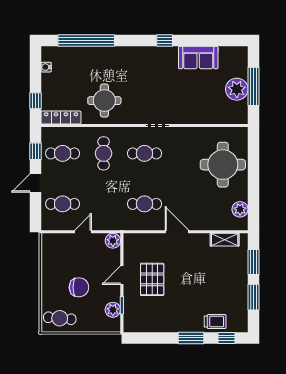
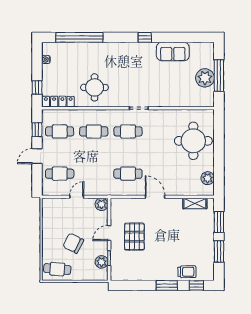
cafe table: (104, 153) -> (94, 131), turned 90
chair: (79, 287) -> (73, 243), turned -153

